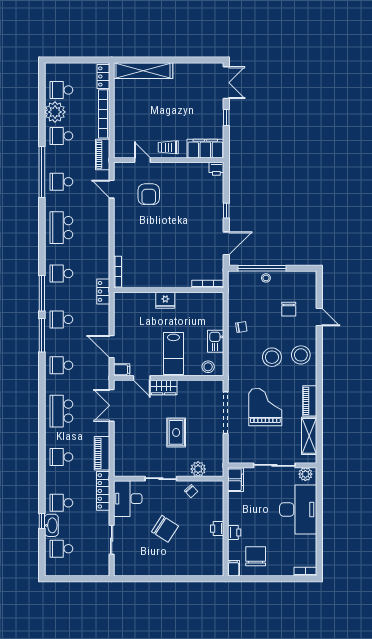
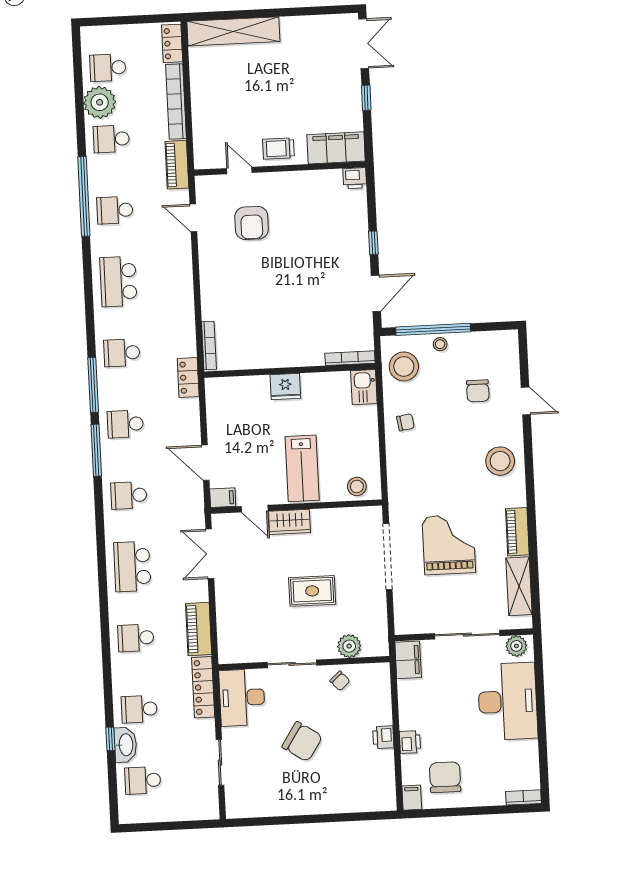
kitchen sink: (216, 341) -> (364, 387), moved
stool: (272, 357) -> (404, 366), moved
rug: (176, 432) -> (312, 591), turned 90

